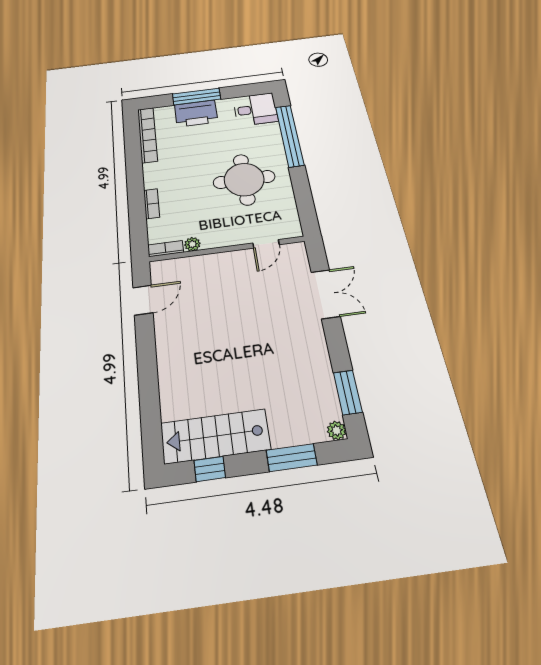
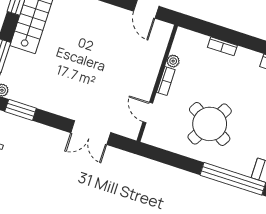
round table: (244, 179) -> (210, 124), turned 30
bookcase: (166, 249) -> (166, 81), moved

